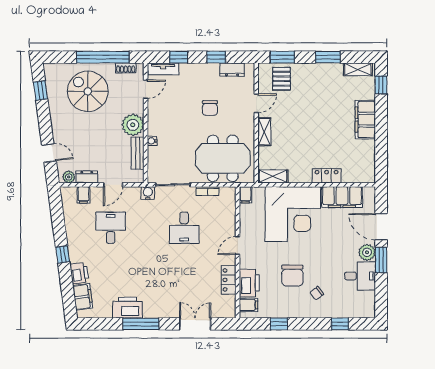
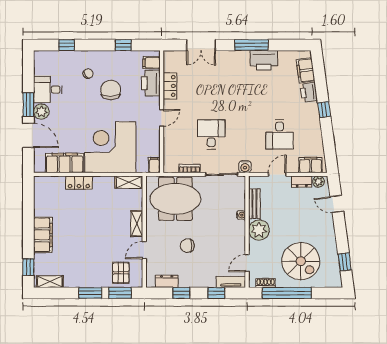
window: (328, 57) -> (90, 293), moved
chair: (210, 108) -> (187, 246), turned -90
filing cabinet: (83, 195) -> (311, 165), width x2.00

